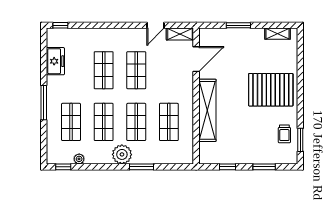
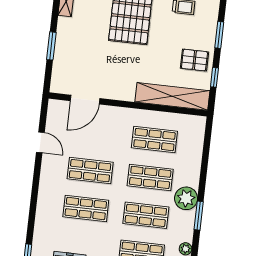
shelving: (180, 34) -> (54, 115), removed
door: (196, 59) -> (85, 100), swing flipped
shelving: (207, 110) -> (172, 96), moved
pallet: (240, 148) -> (194, 60), added
window: (142, 167) -> (199, 216), moved

